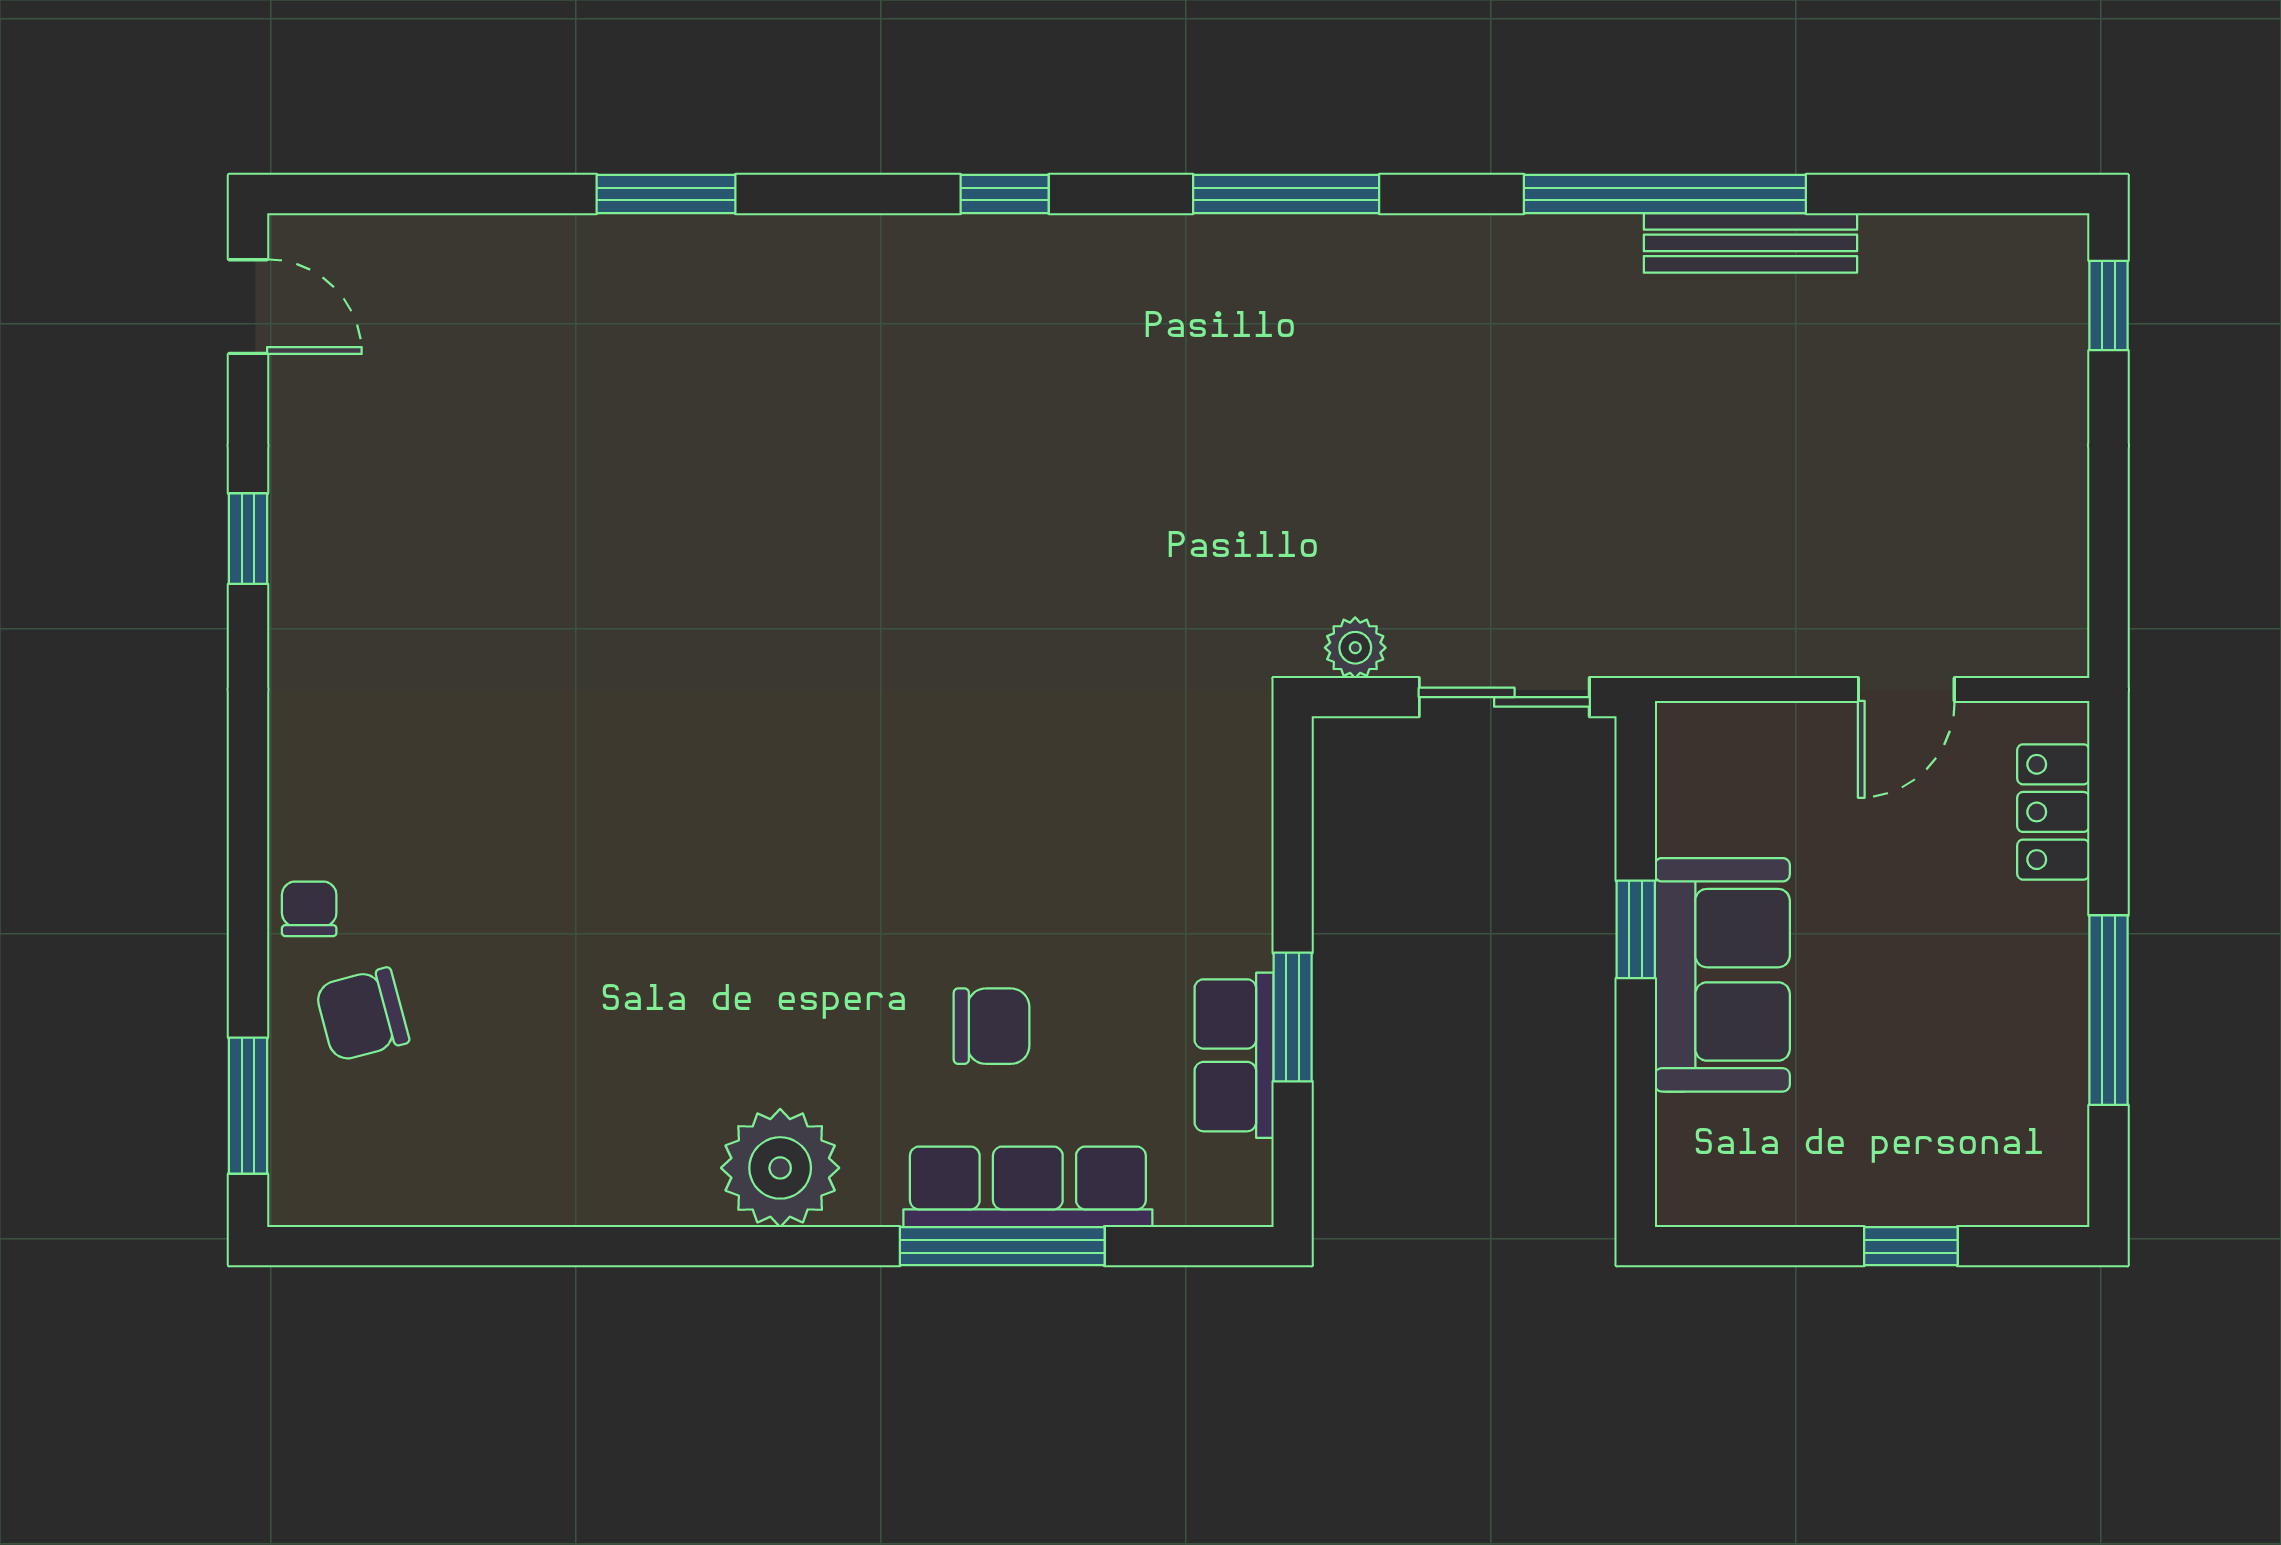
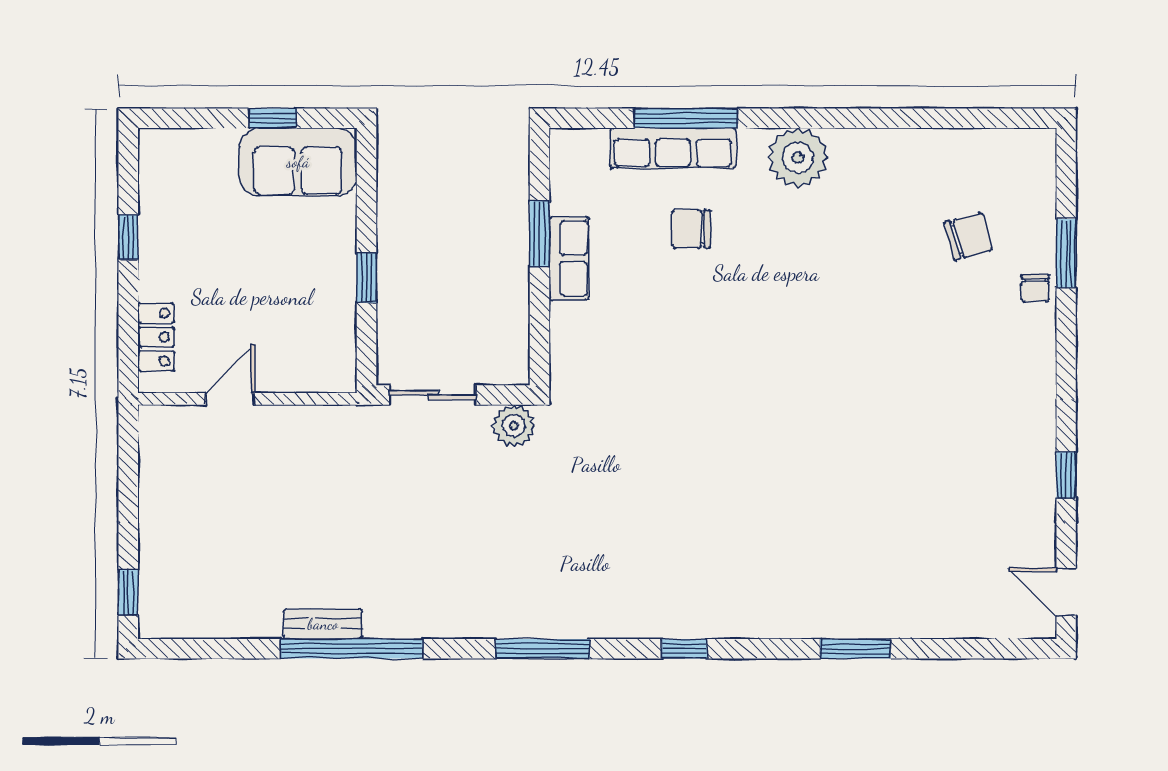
bench: (1750, 243) -> (323, 624), width x0.73
plant: (1355, 648) -> (514, 426), width x1.38, depth x1.38
sofa: (1722, 975) -> (298, 162), moved, turned -90
window: (2108, 1010) -> (128, 237), width x0.46
chair: (362, 1014) -> (968, 236), moved
row of seats: (1234, 1055) -> (569, 258), moved
window: (248, 1106) -> (1066, 253), moved
window: (1911, 1246) -> (273, 118), moved

